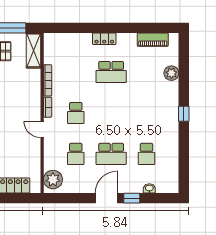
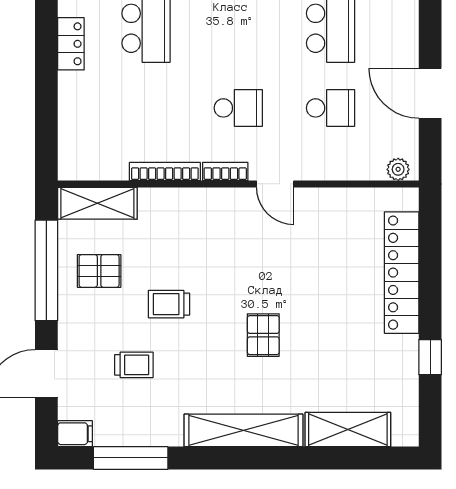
door: (42, 129) -> (275, 184), hinge flipped
plant: (53, 180) -> (398, 169), width x0.53, depth x0.53
door: (106, 198) -> (430, 93), moved

